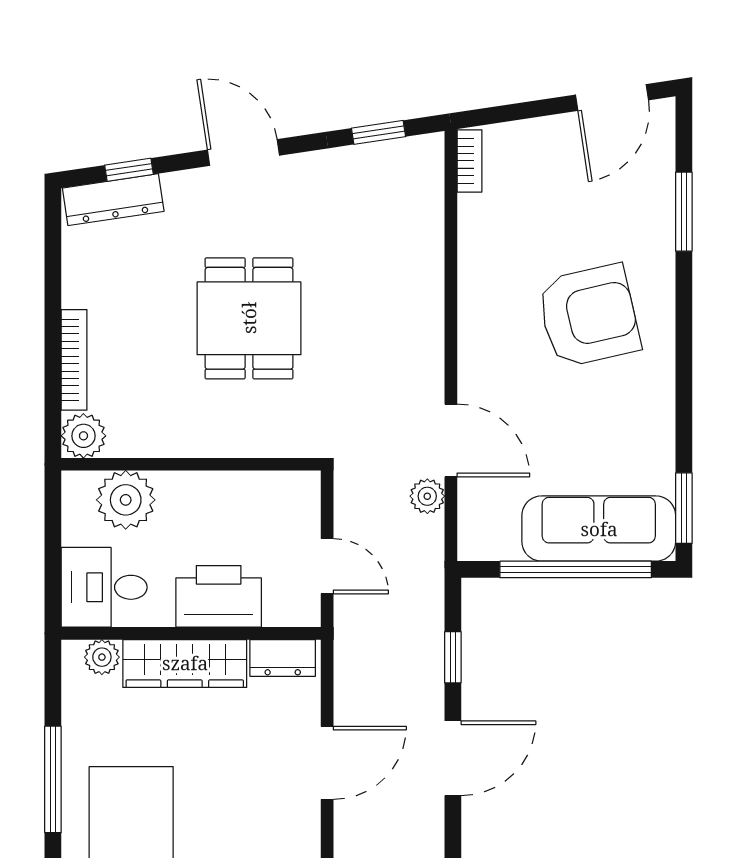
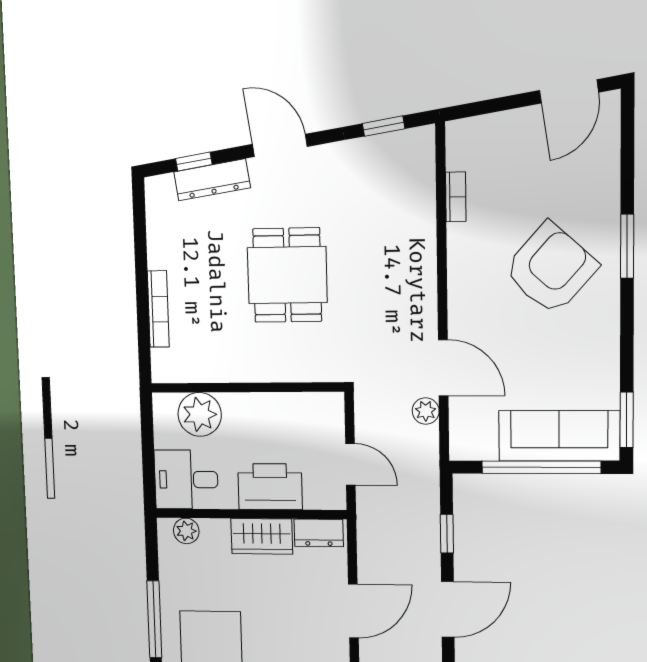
bookcase: (469, 161) -> (456, 197), moved
dresser: (113, 200) -> (212, 180), moved
window: (684, 212) -> (627, 246), moved
armchair: (589, 316) -> (551, 269), turned -35
plant: (83, 436) -> (167, 366), removed
wardrobe: (185, 663) -> (262, 536), width x0.67

